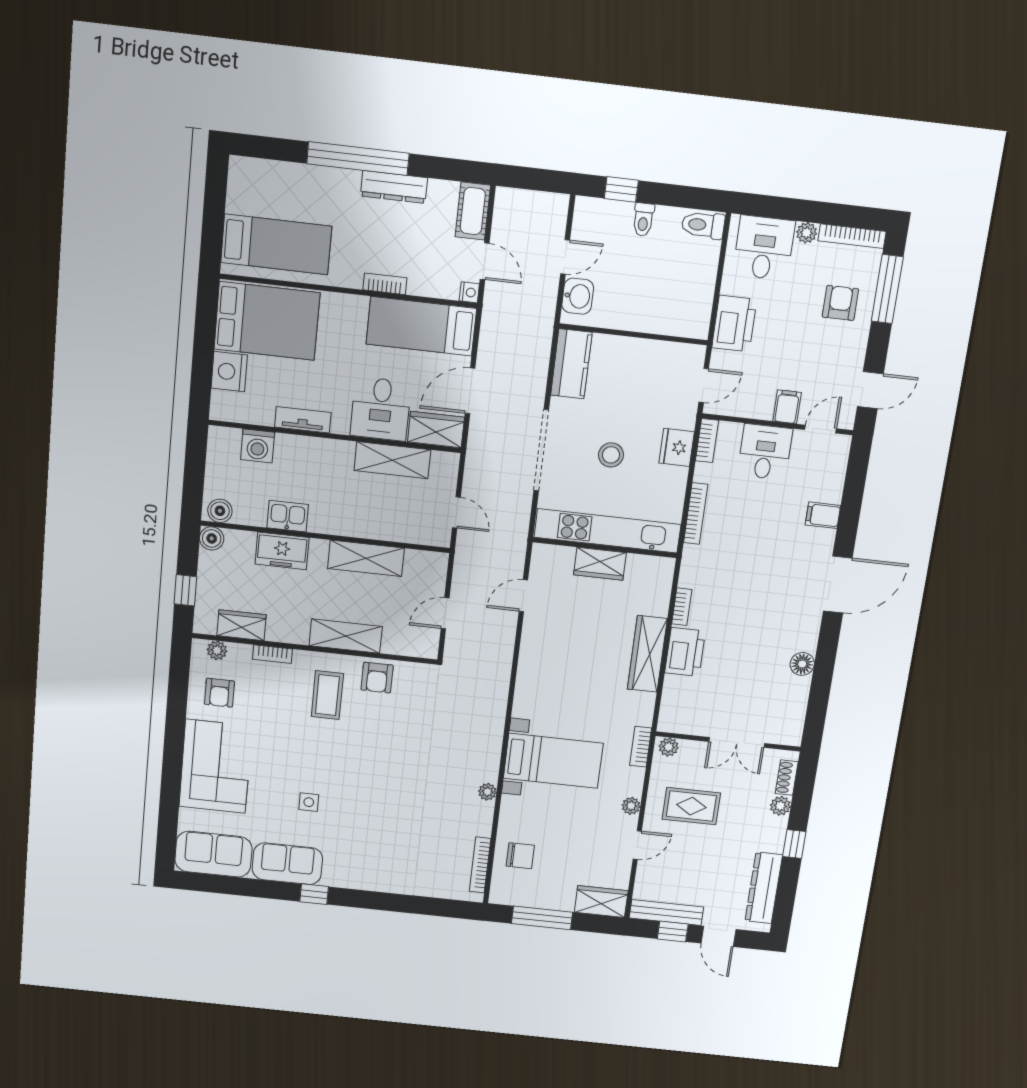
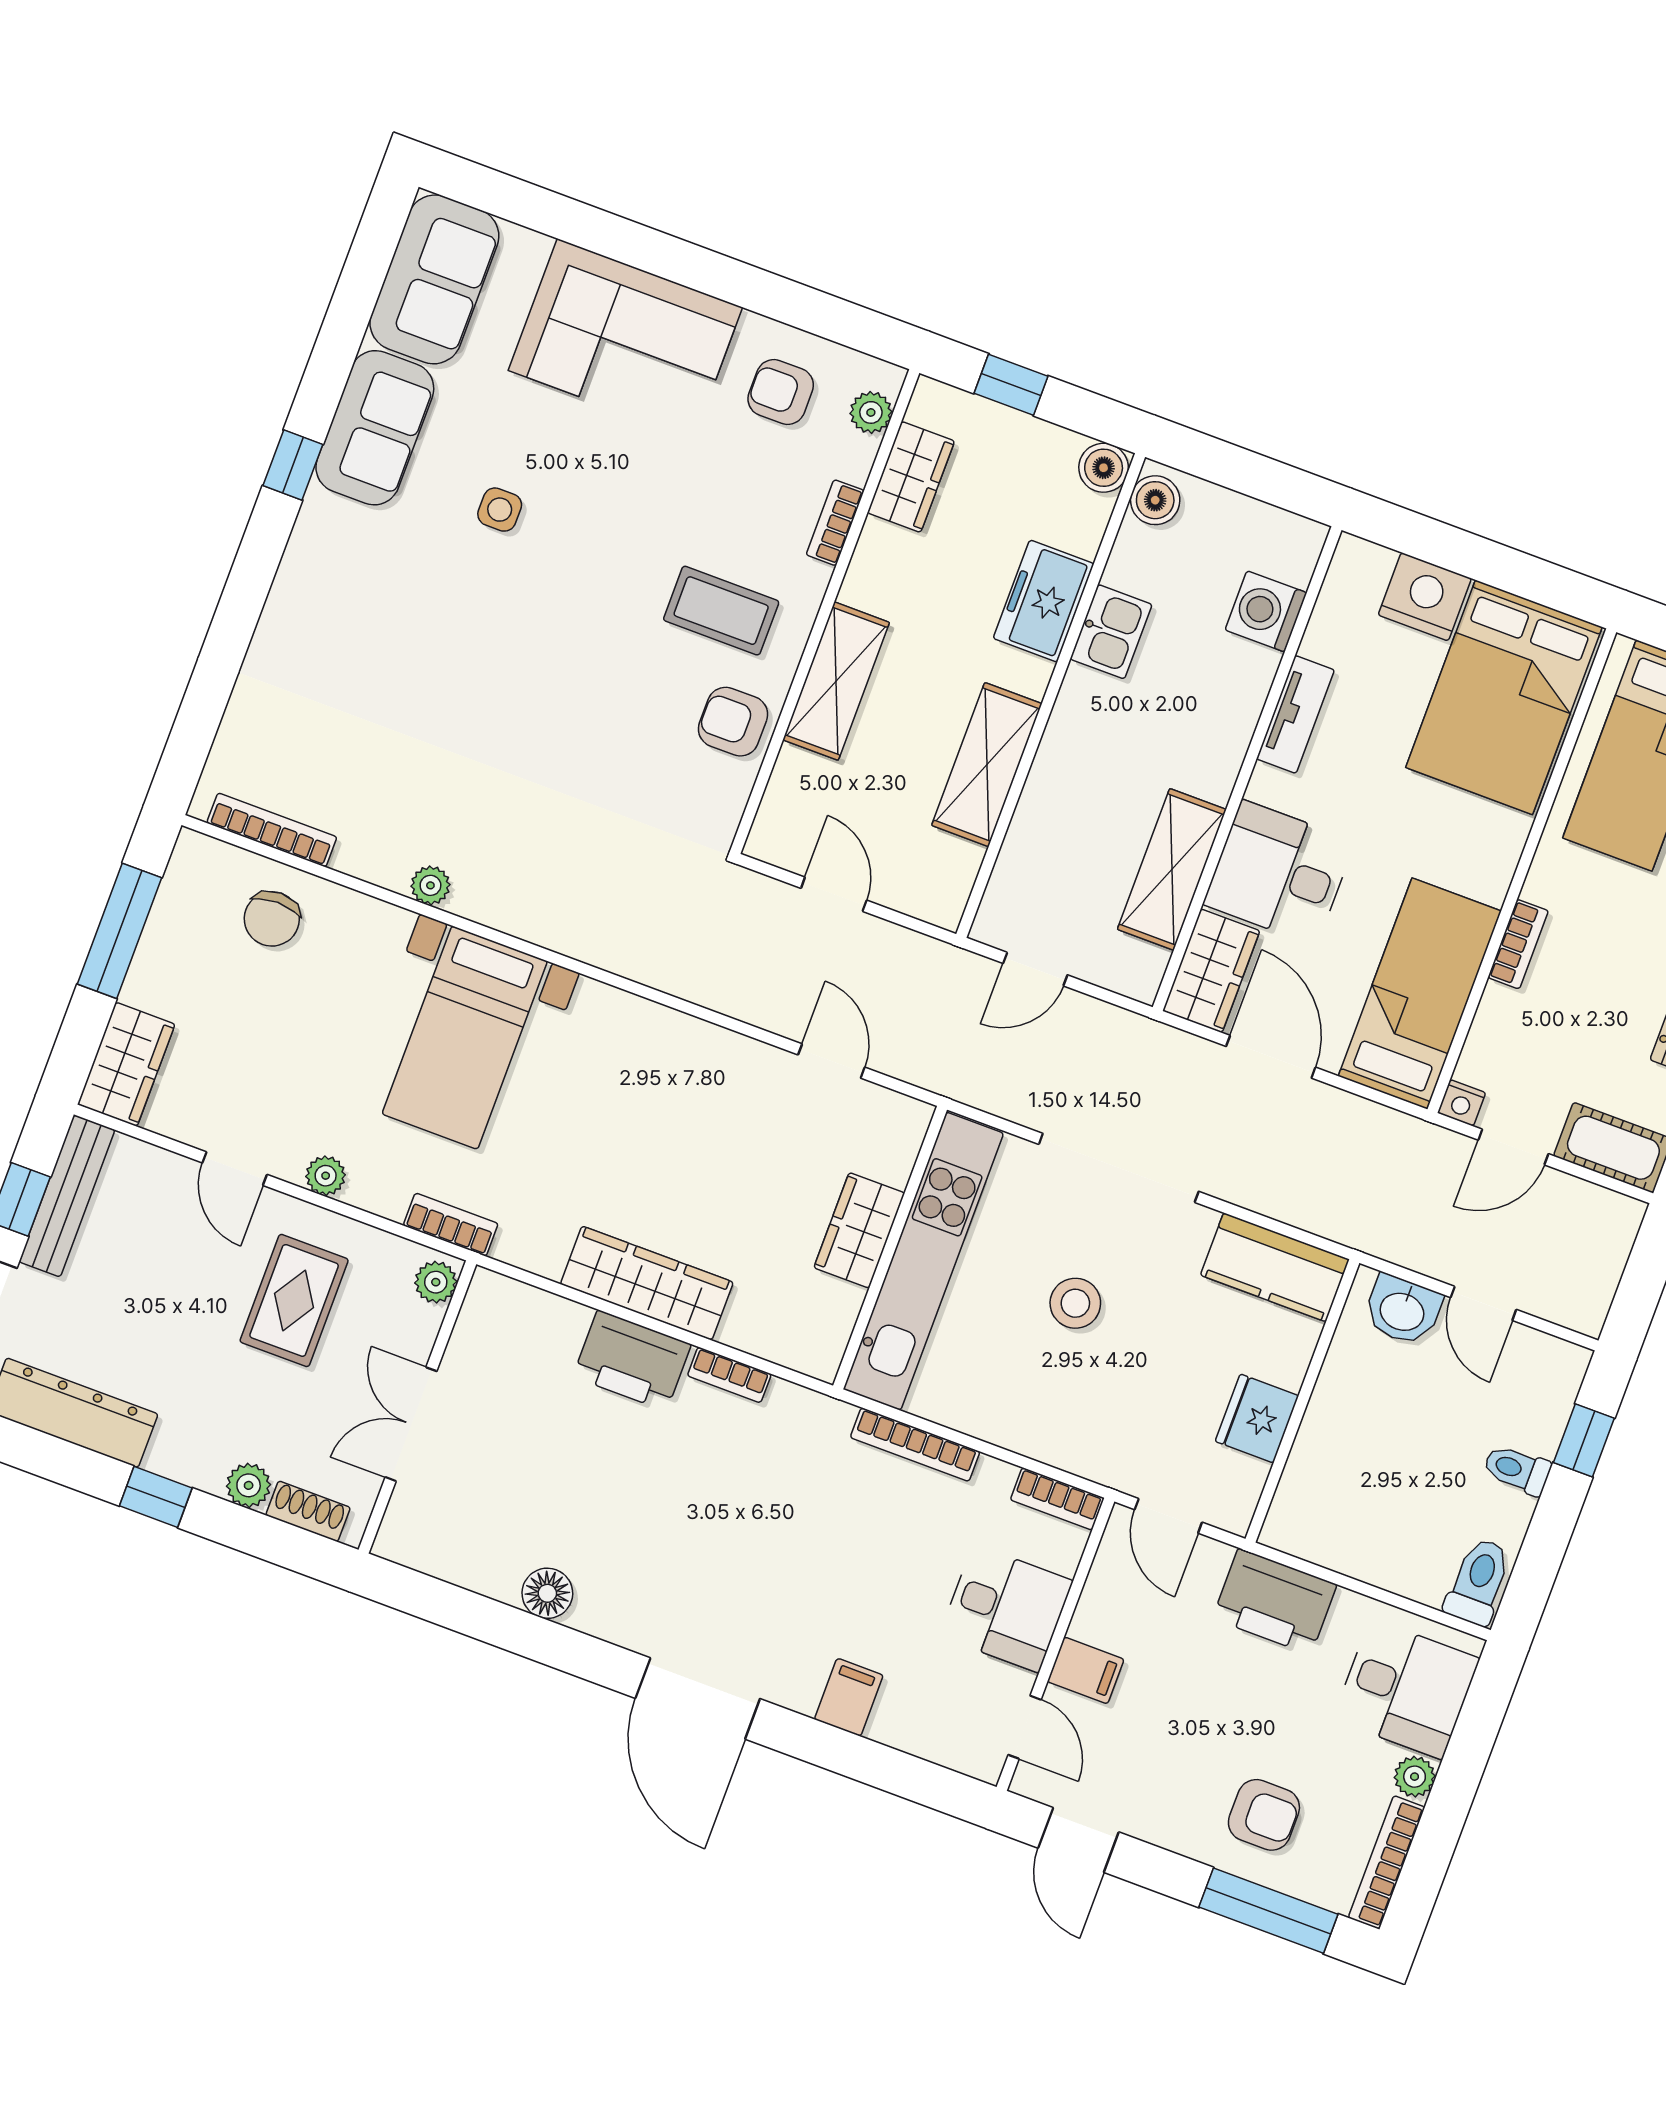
fridge: (677, 447) -> (1257, 1419), moved, turned -90

